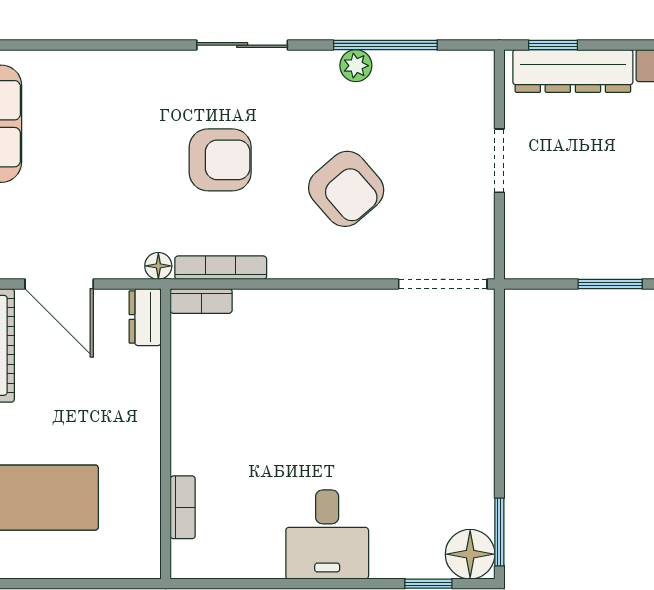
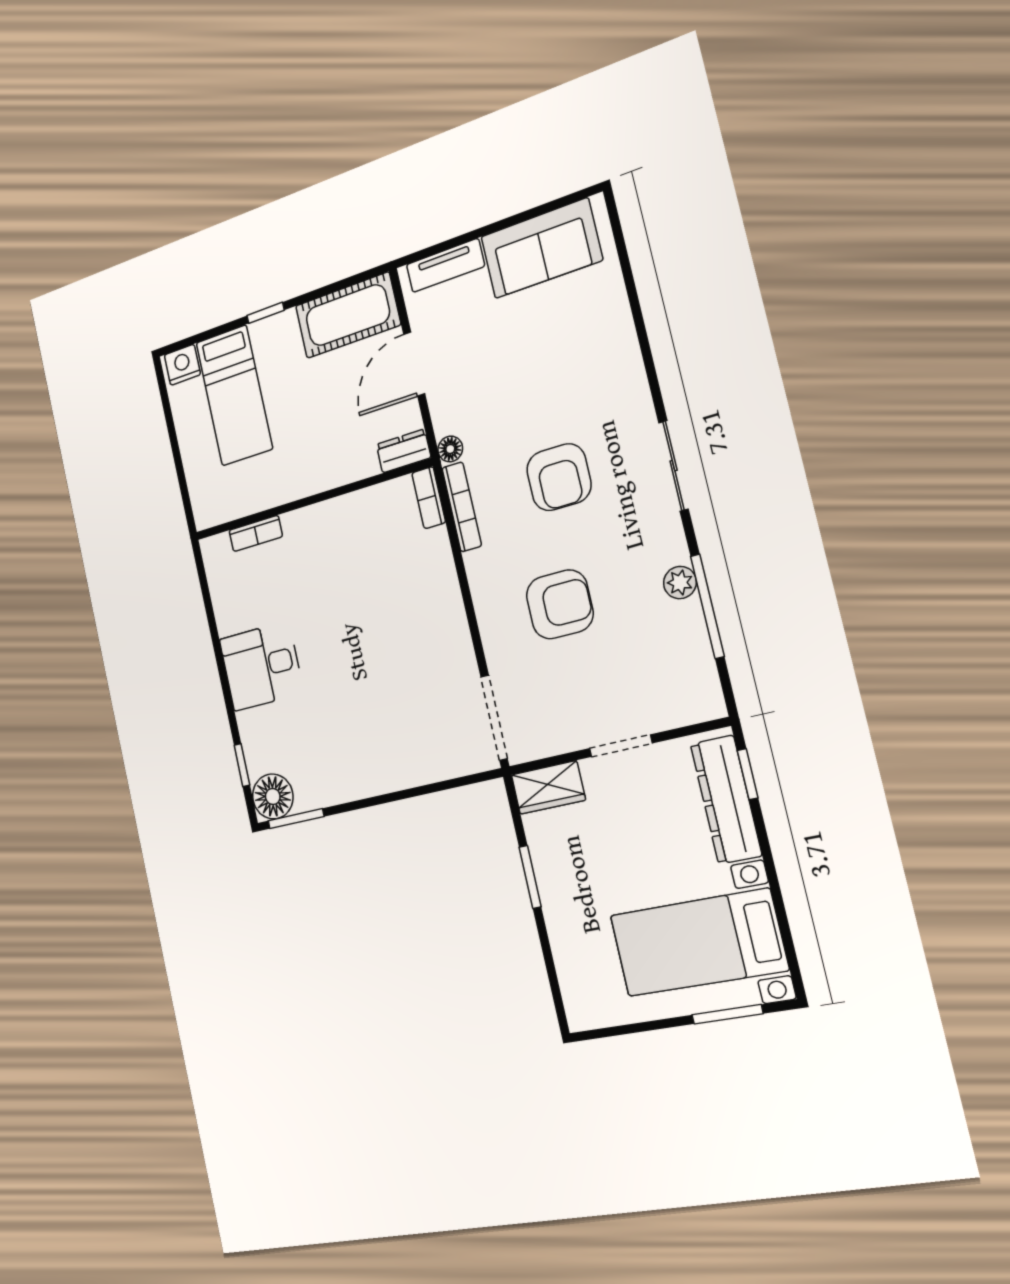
armchair: (346, 189) -> (560, 604), turned -139
wardrobe: (525, 244) -> (548, 787), added

